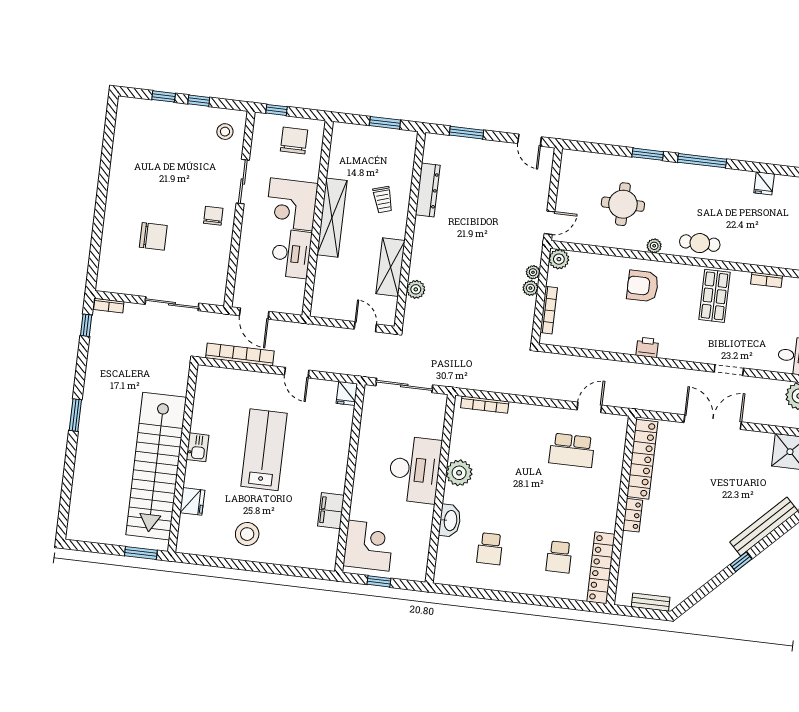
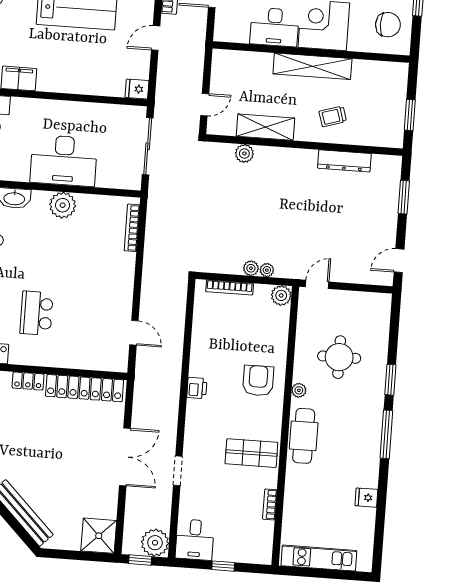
door: (549, 223) -> (317, 284), swing flipped
cafe table: (700, 243) -> (304, 436), width x1.37, depth x1.35
school desk: (572, 450) -> (36, 313), moved

